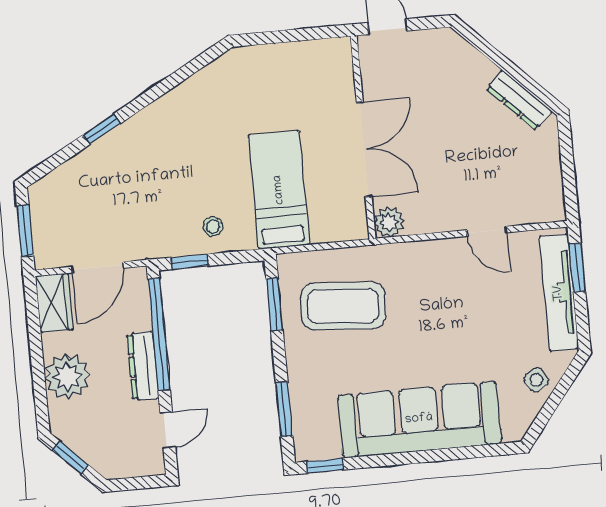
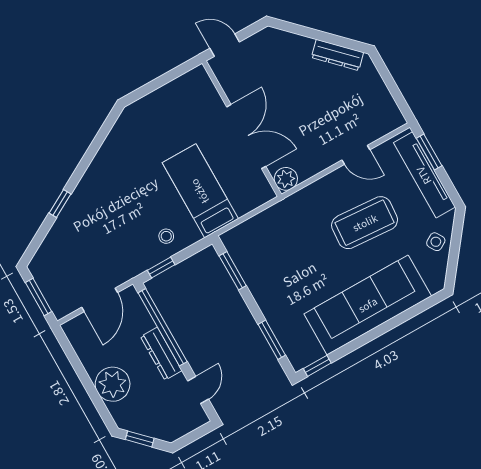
wardrobe: (54, 303) -> (81, 338), removed
coffee table: (343, 306) -> (365, 223), moved

